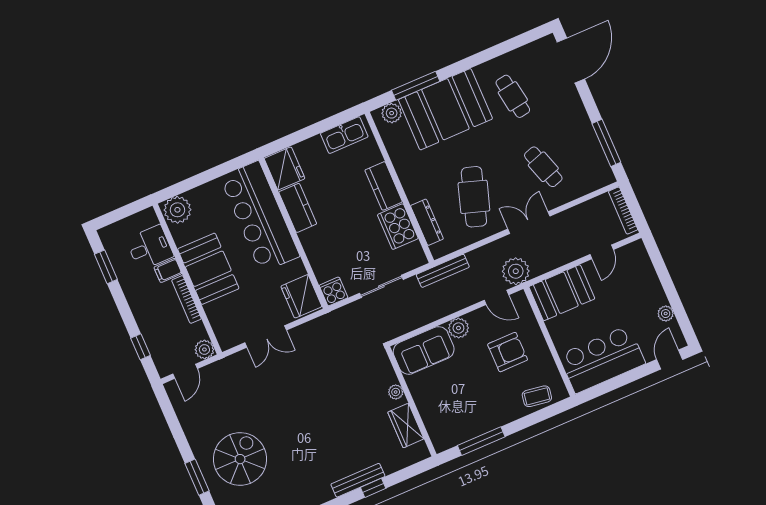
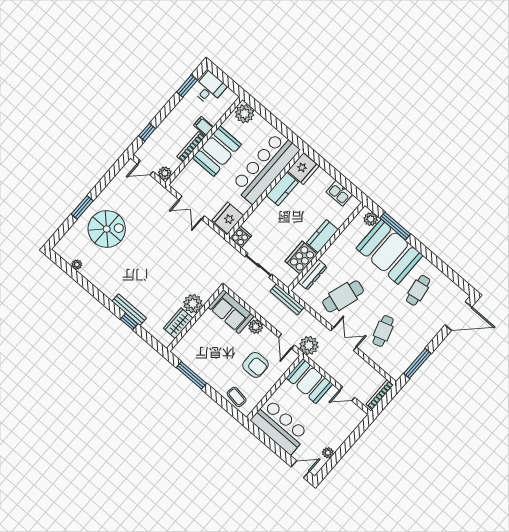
kitchen sink: (344, 135) -> (339, 193), width x0.73
desk: (150, 248) -> (209, 88), moved, turned -90
plant: (396, 392) -> (193, 304), width x1.88, depth x1.88

